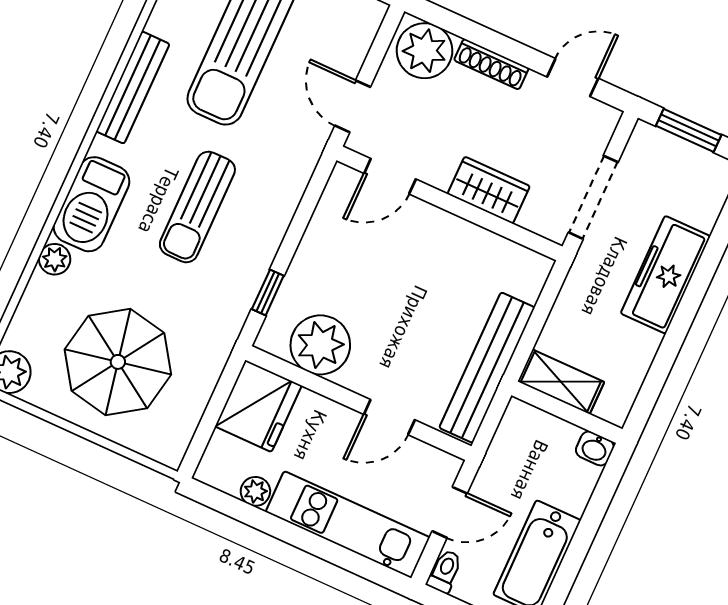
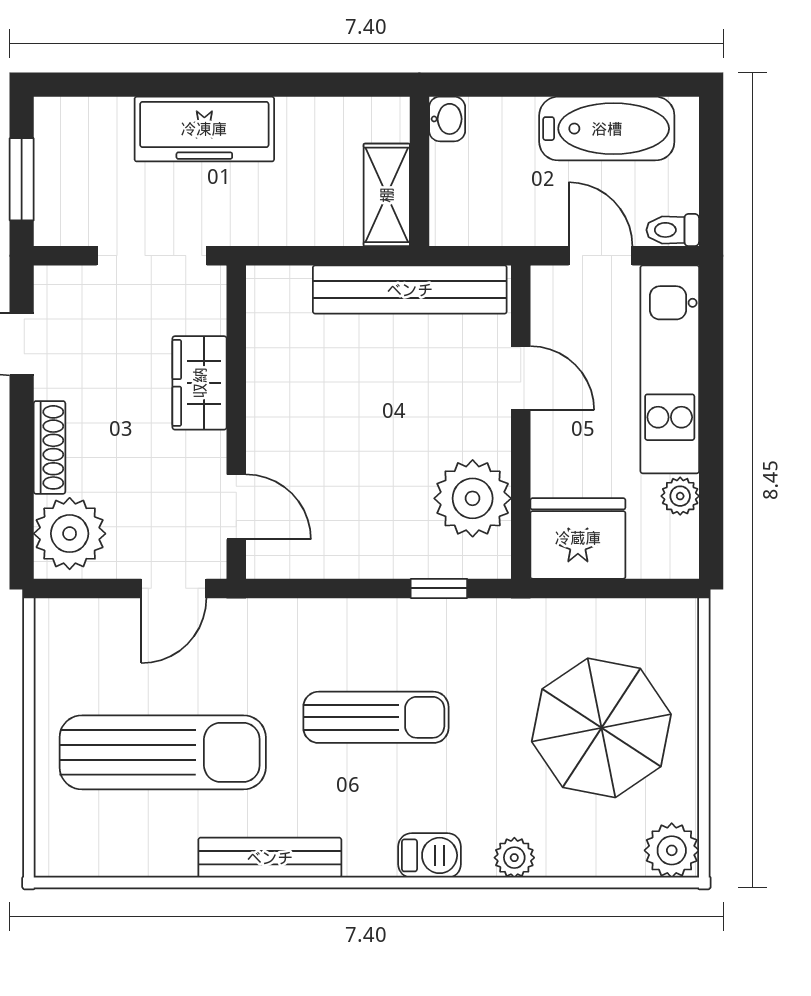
barbecue: (92, 204) -> (430, 855), width x0.53, depth x0.65

